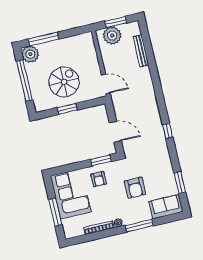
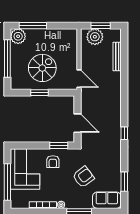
armchair: (135, 188) -> (83, 177), turned -127
window: (55, 212) -> (7, 182), width x1.46

